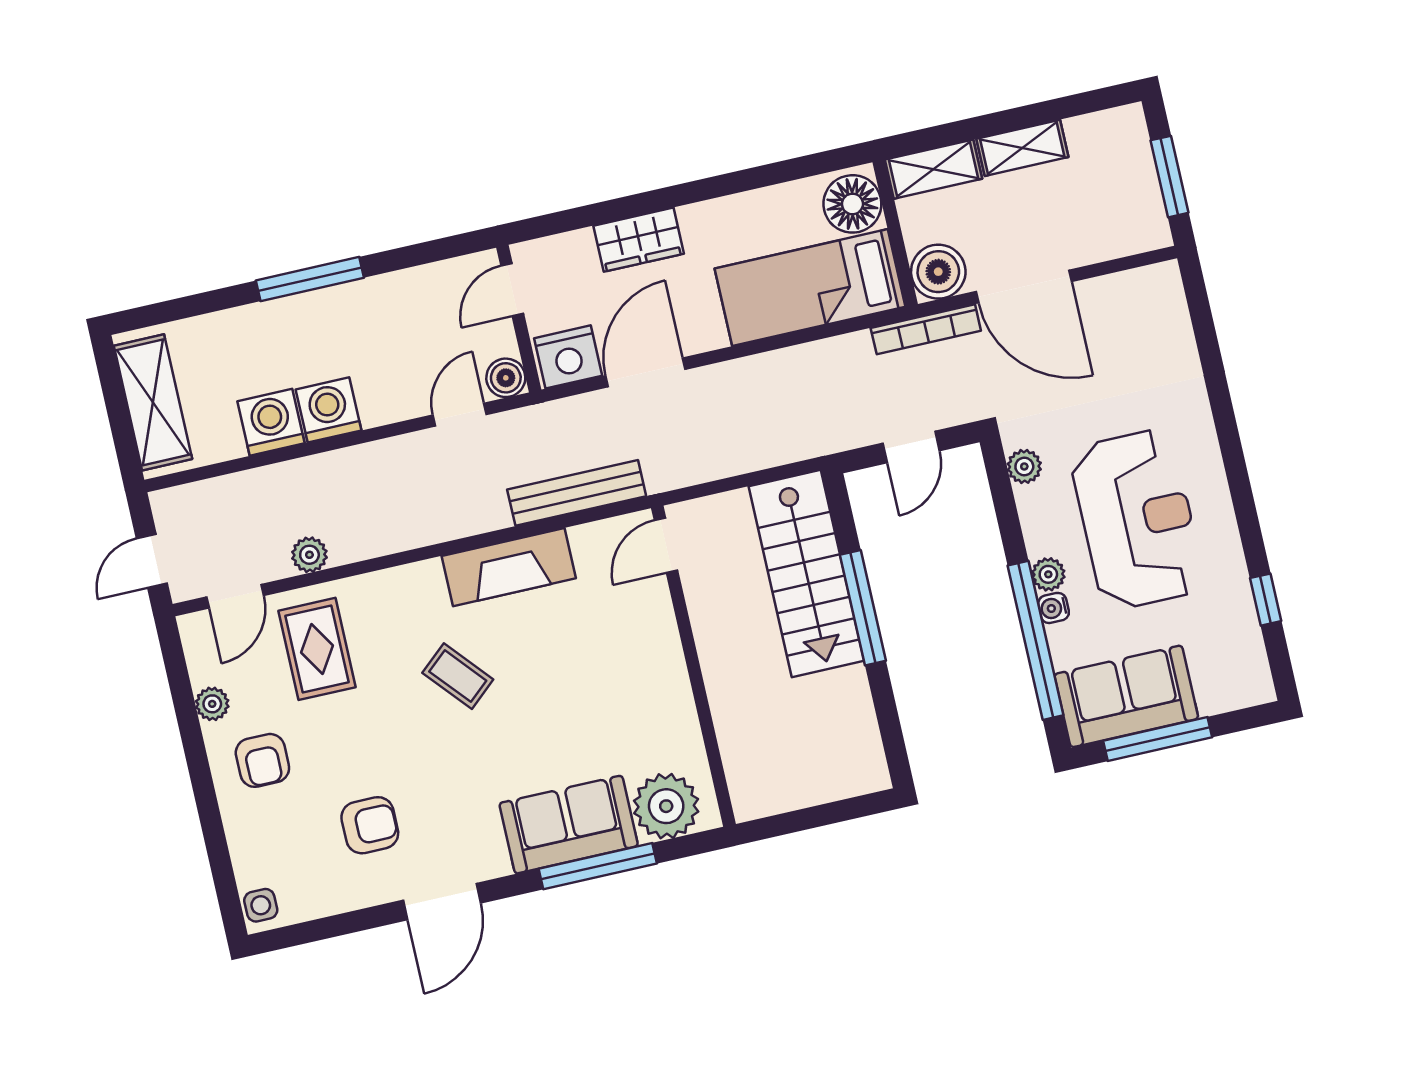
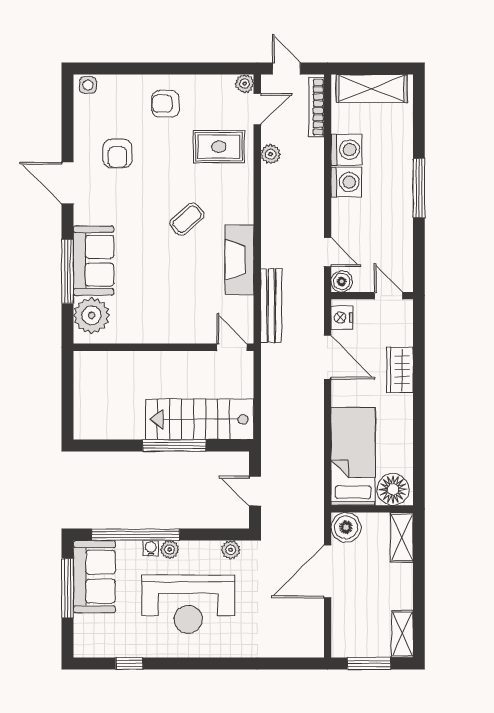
shelving: (1022, 148) -> (402, 634), moved
bookcase: (926, 329) -> (316, 107), moved
nightstand: (568, 357) -> (342, 318), width x0.74, depth x0.75
door: (235, 596) -> (257, 109), swing flipped
plant: (212, 704) -> (245, 84), moved

